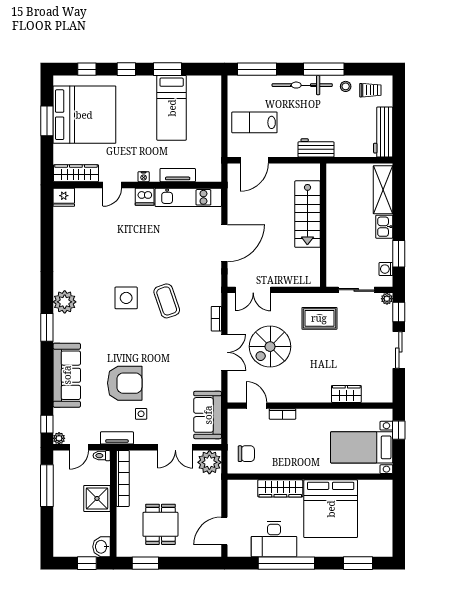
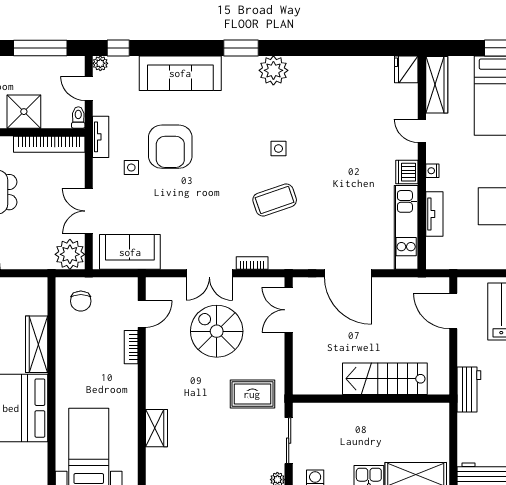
side table: (126, 298) -> (278, 149), width x0.54, depth x0.54
rug: (319, 318) -> (252, 394), turned 90

